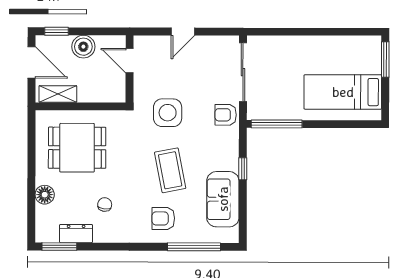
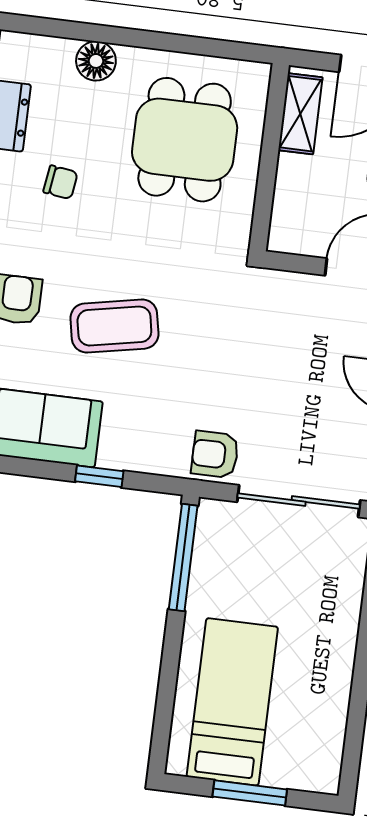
window: (385, 60) -> (250, 793), moved
side table: (168, 113) -> (234, 335), removed
armchair: (226, 115) -> (215, 454), turned -90

